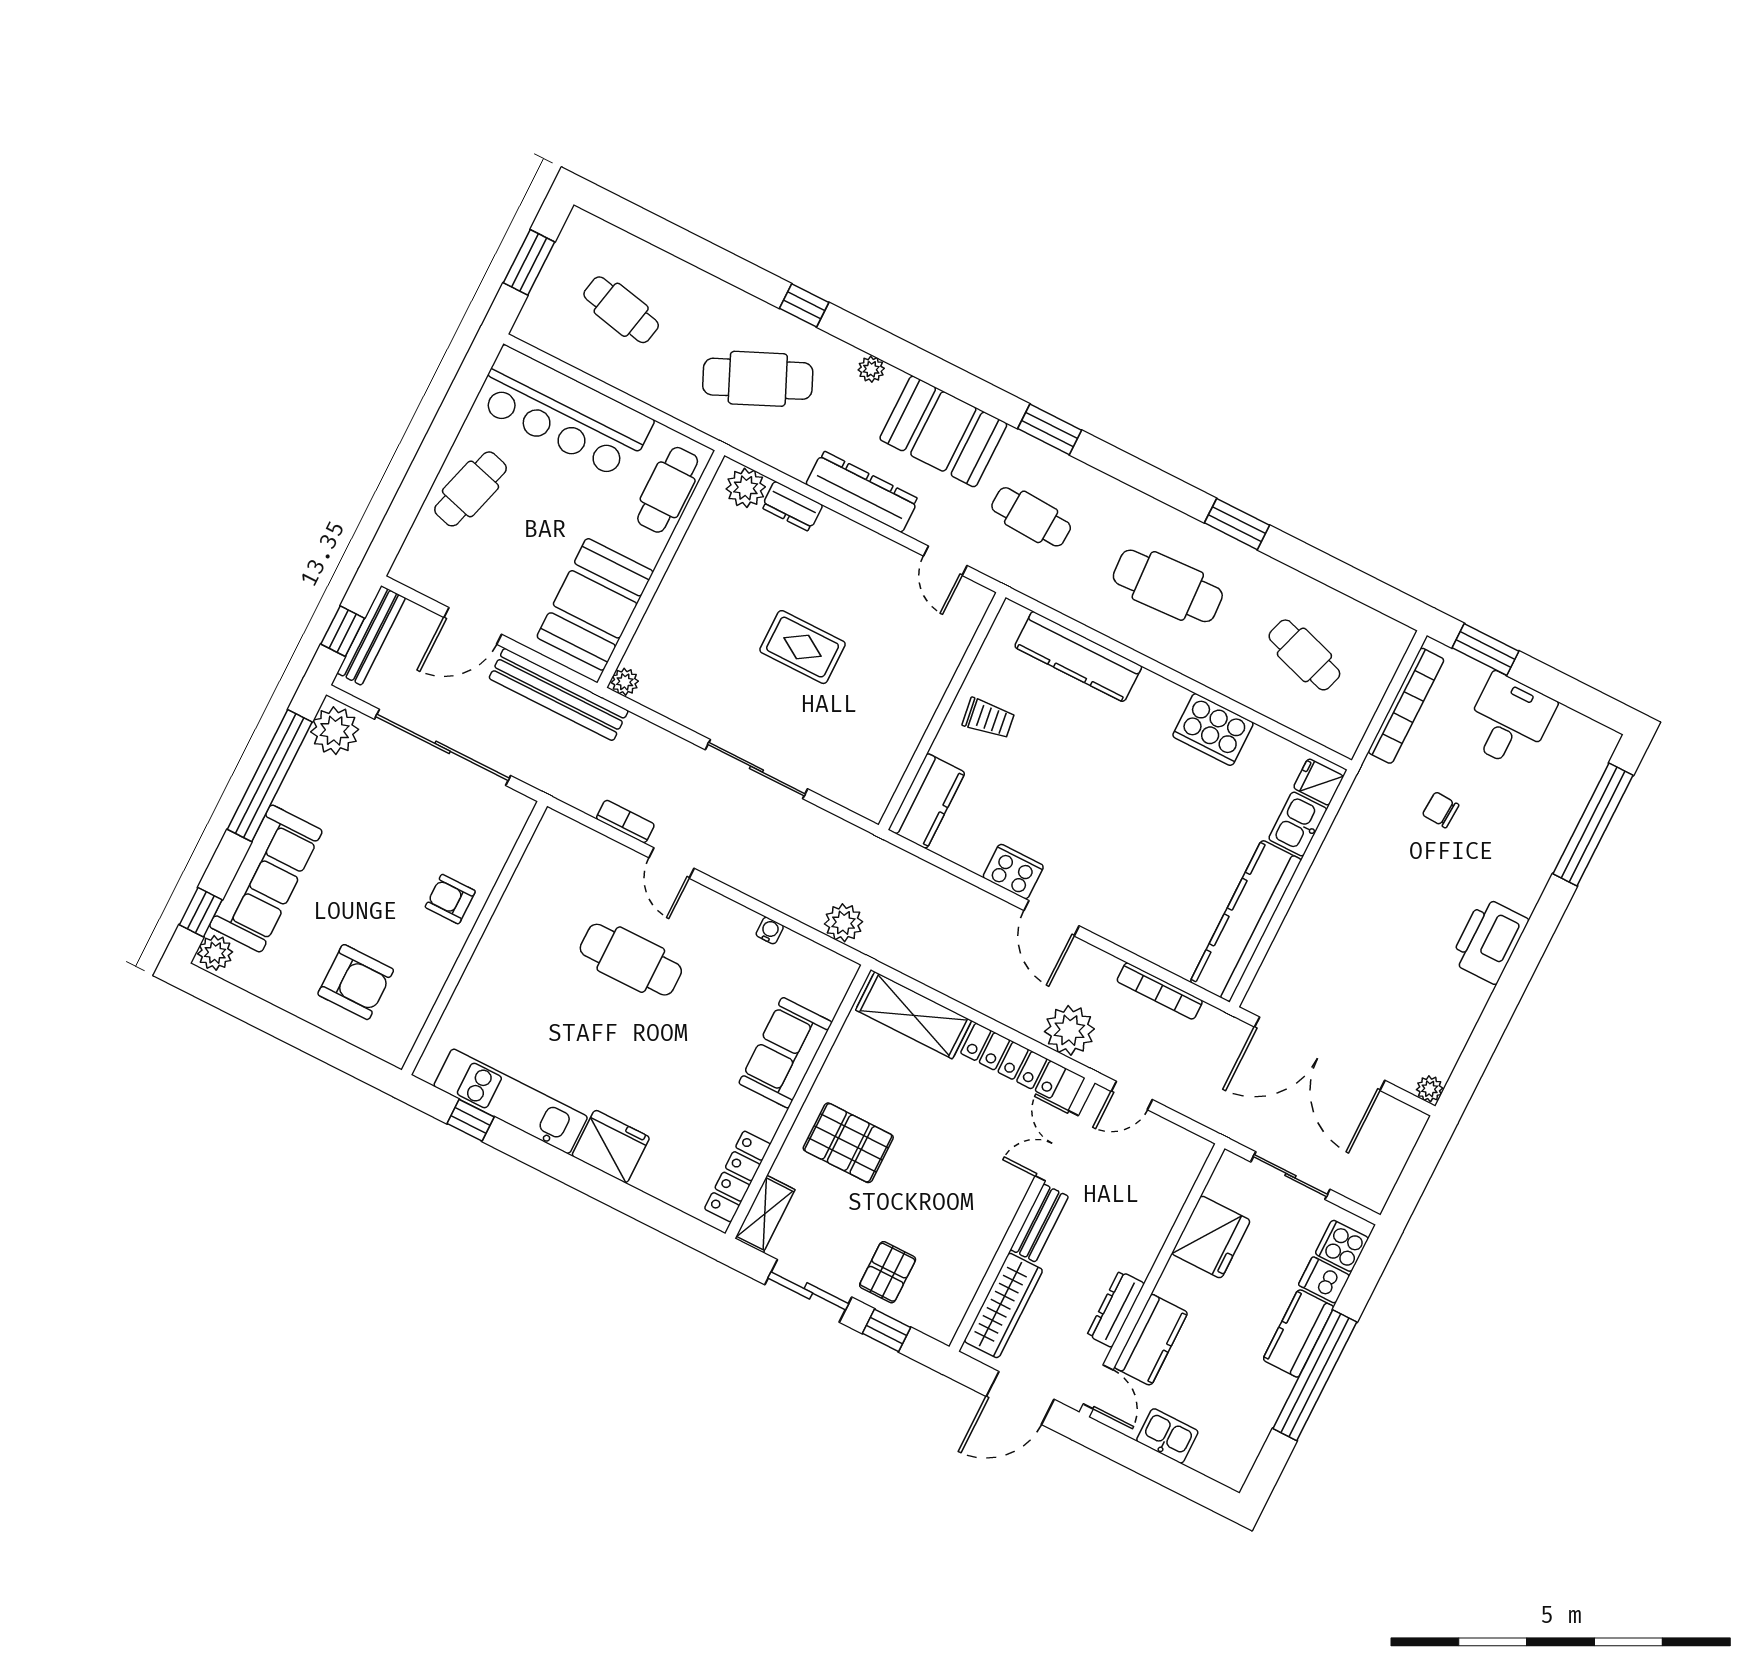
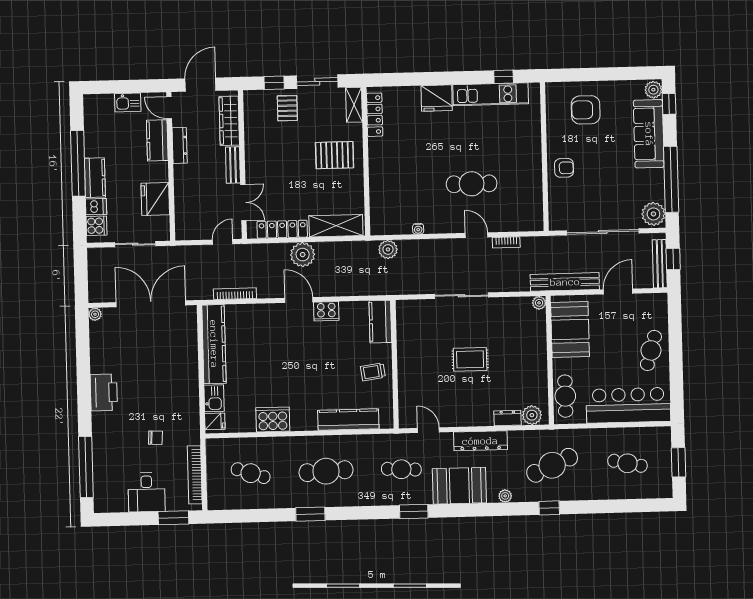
plant: (1069, 1030) -> (303, 255), moved
sofa: (785, 1053) -> (383, 179), removed

